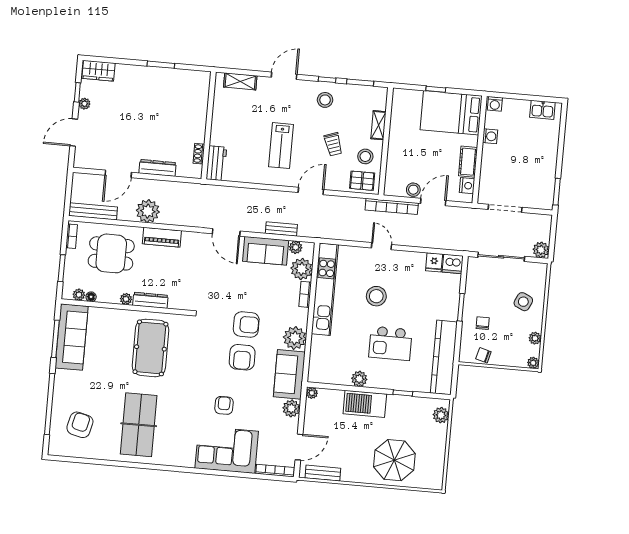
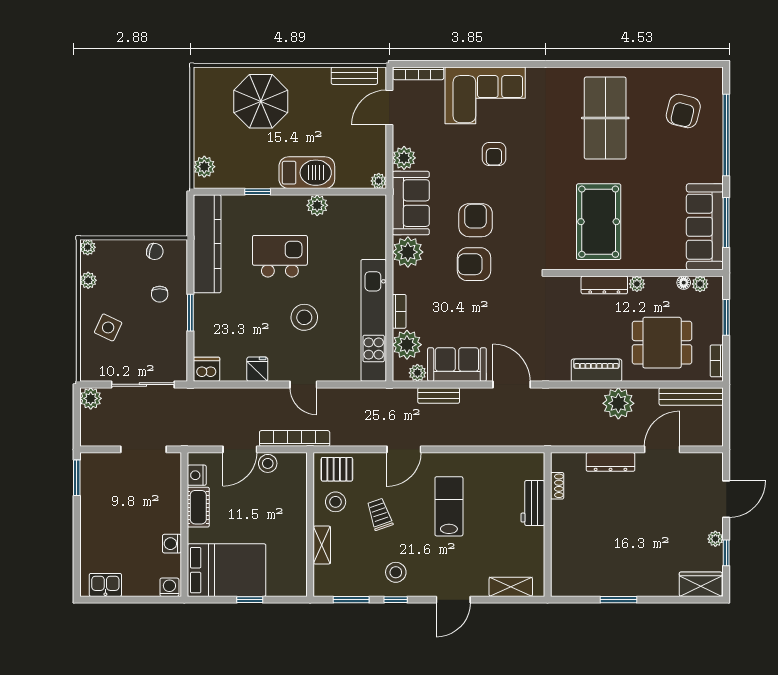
workbench: (216, 163) -> (533, 503), moved
fridge: (434, 262) -> (257, 369), moved

